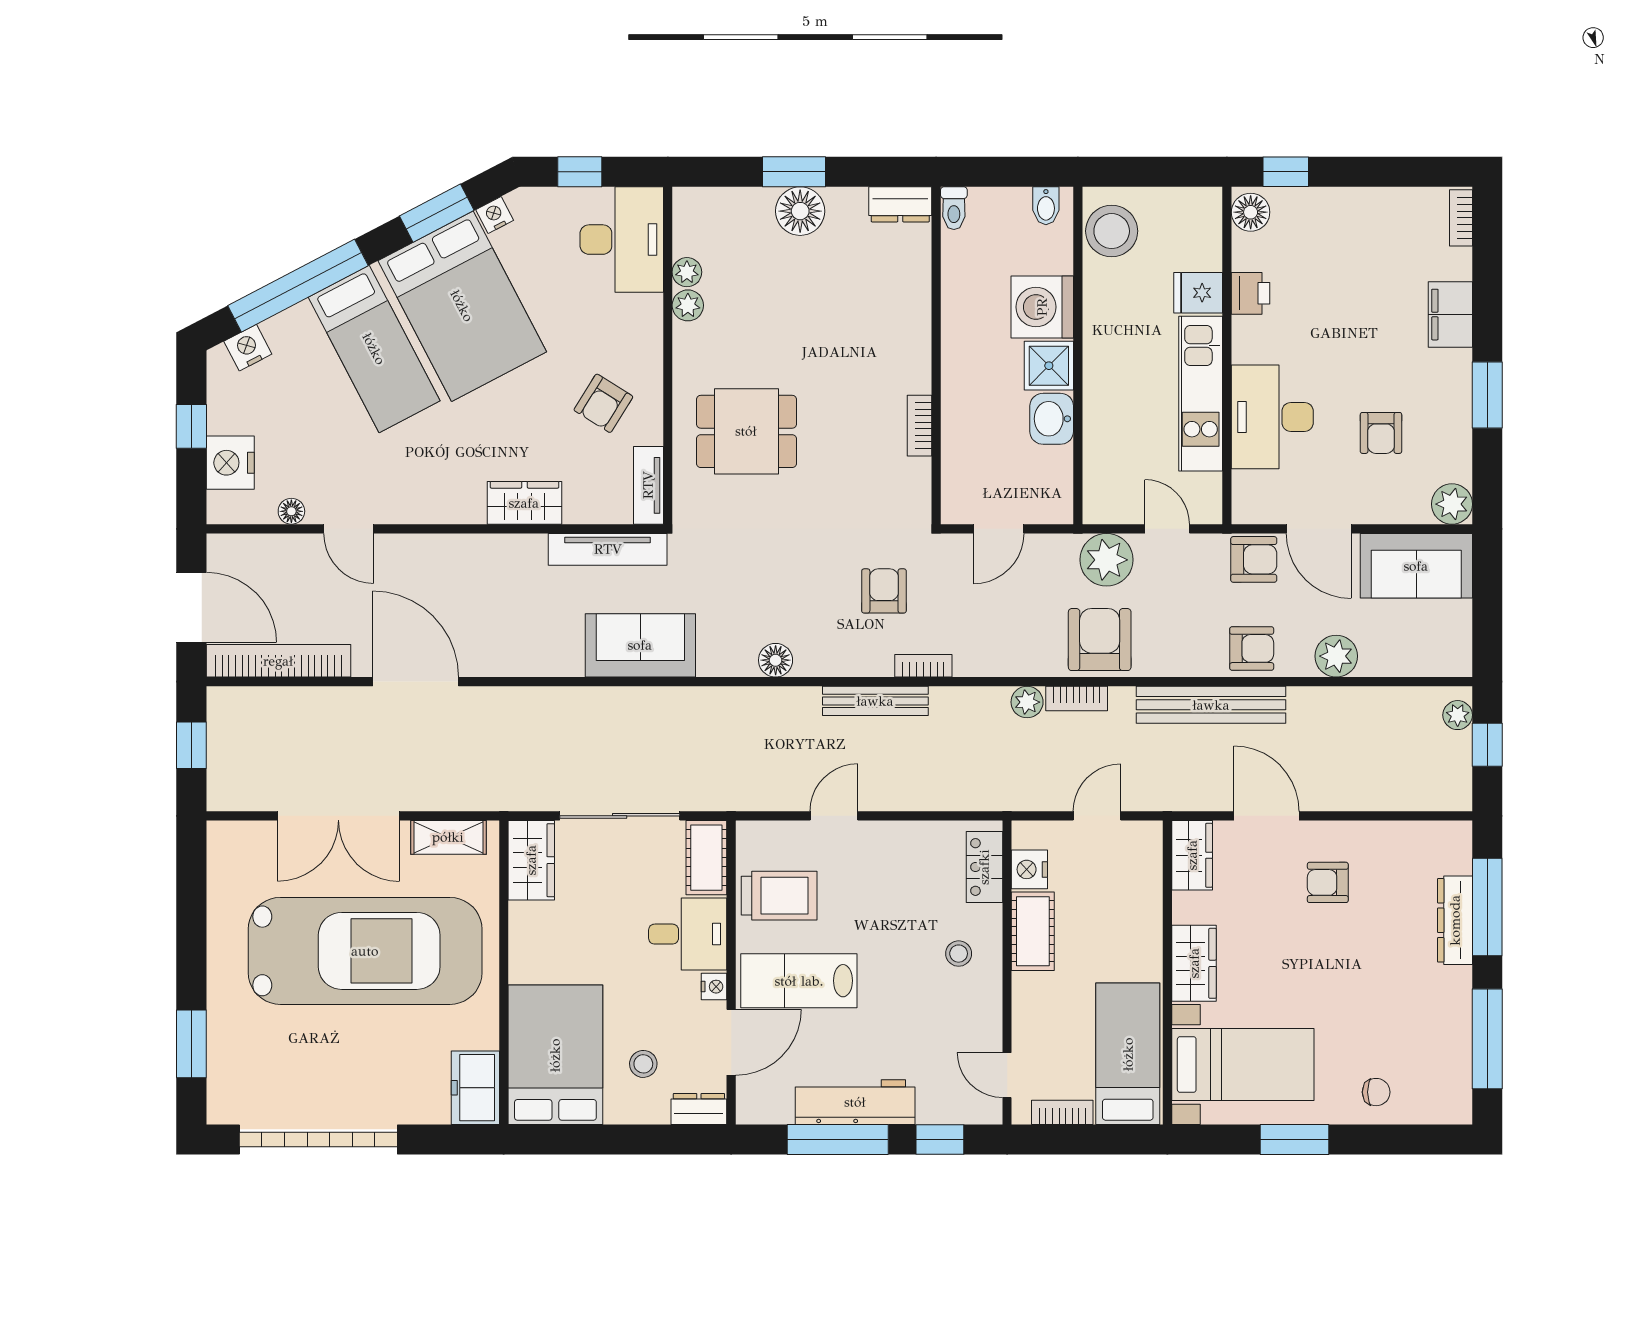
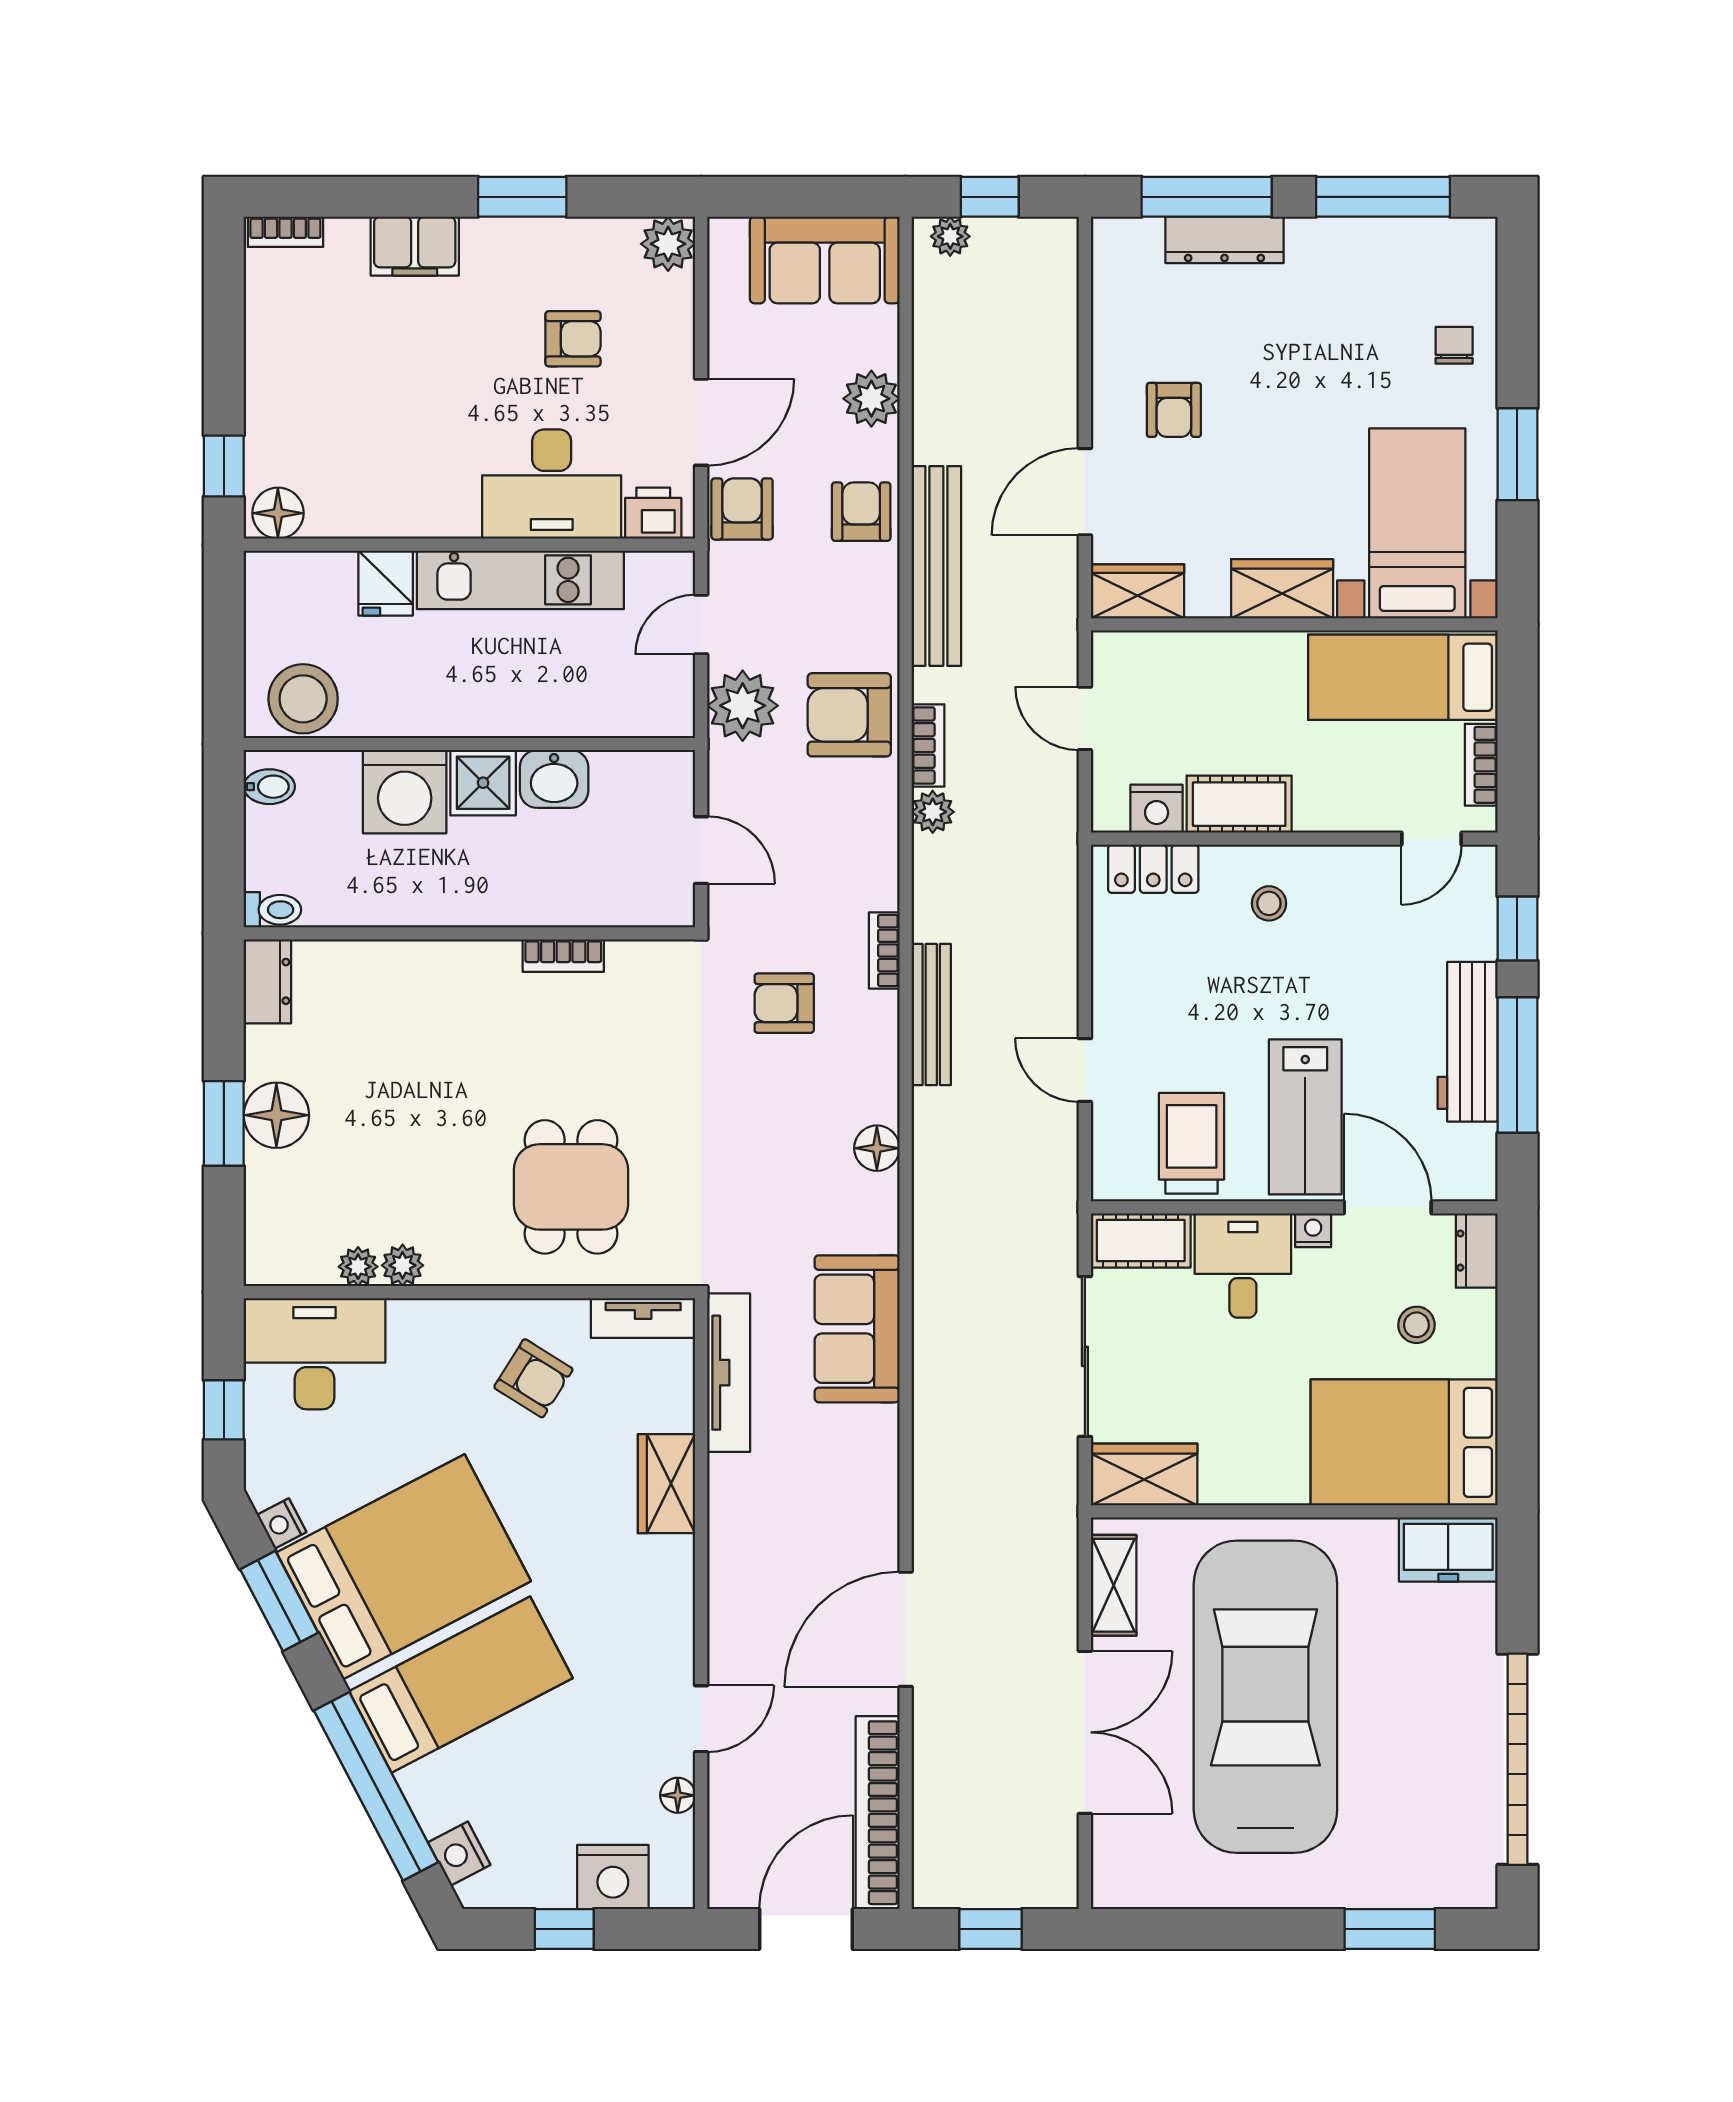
printer: (1251, 293) -> (653, 513), moved
sofa: (1416, 566) -> (825, 260), moved, turned 90

